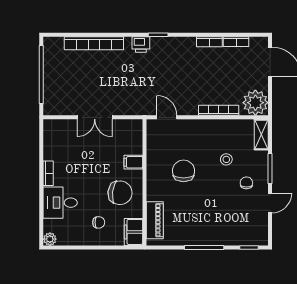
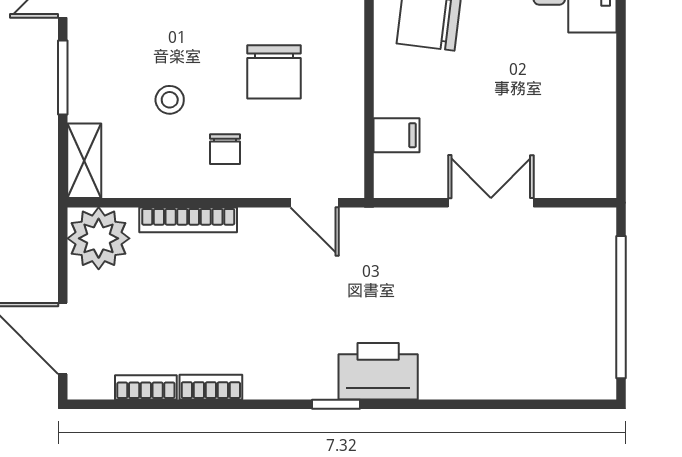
bookcase: (94, 43) -> (493, 383), removed
printer: (141, 44) -> (378, 371), width x1.87, depth x1.48
filing cabinet: (133, 162) -> (397, 135), moved
bookcase: (48, 173) -> (604, 66), removed
chair: (246, 183) -> (225, 149), moved

